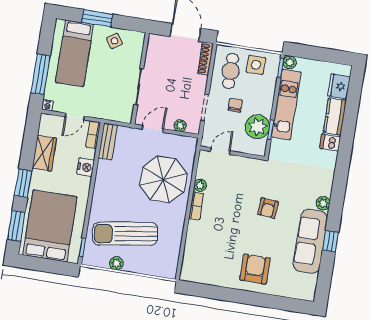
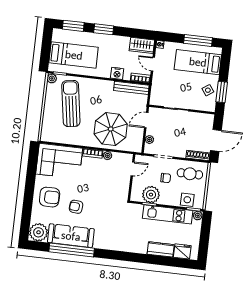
window: (97, 18) -> (222, 92), moved
side table: (256, 65) -> (187, 200), moved
window: (41, 74) -> (198, 40), moved
door: (153, 129) -> (146, 120), swing flipped
bench: (108, 141) -> (131, 88), width x1.36
dishwasher: (330, 143) -> (142, 247), removed
door: (220, 151) -> (133, 169), hinge flipped
wardrobe: (44, 153) -> (142, 45), moved
plant: (323, 203) -> (39, 232), moved, width x1.87, depth x1.87
armchair: (268, 208) -> (76, 207), moved
bed: (50, 226) -> (74, 55), width x0.67
window: (330, 241) -> (72, 250), width x3.17
corner sofa: (205, 253) -> (59, 161), added
plant: (116, 263) -> (52, 78), moved

